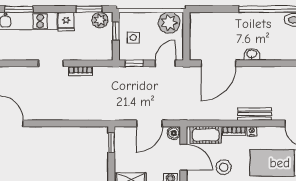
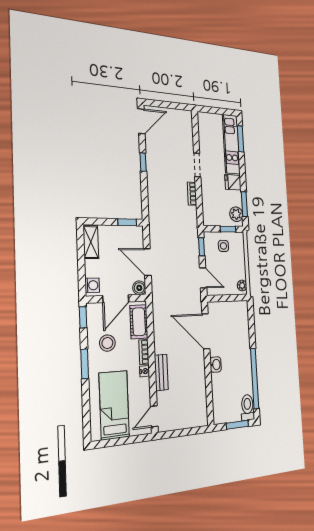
plant: (169, 23) -> (242, 285), width x0.53, depth x0.53
window: (52, 123) -> (143, 162), added

